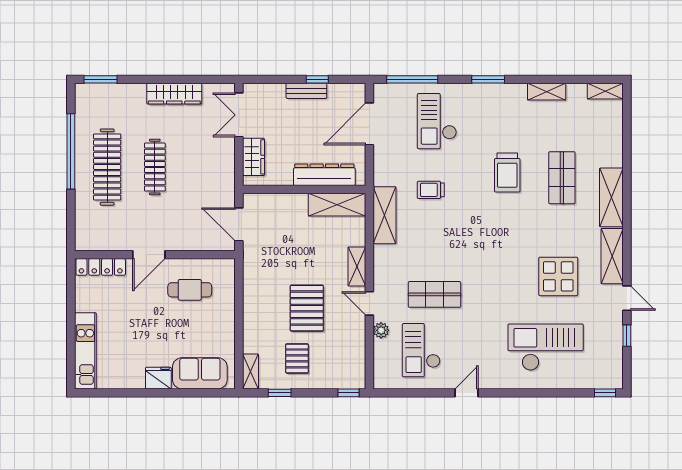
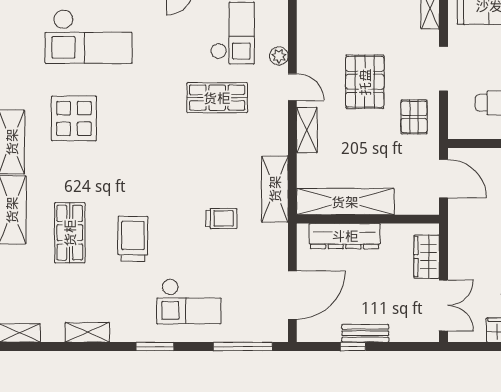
checkout: (437, 121) -> (189, 301), moved, turned 90
shelving: (337, 205) -> (345, 202), width x1.47
doorway: (239, 319) -> (444, 69), added
pallet: (297, 358) -> (414, 117), moved

